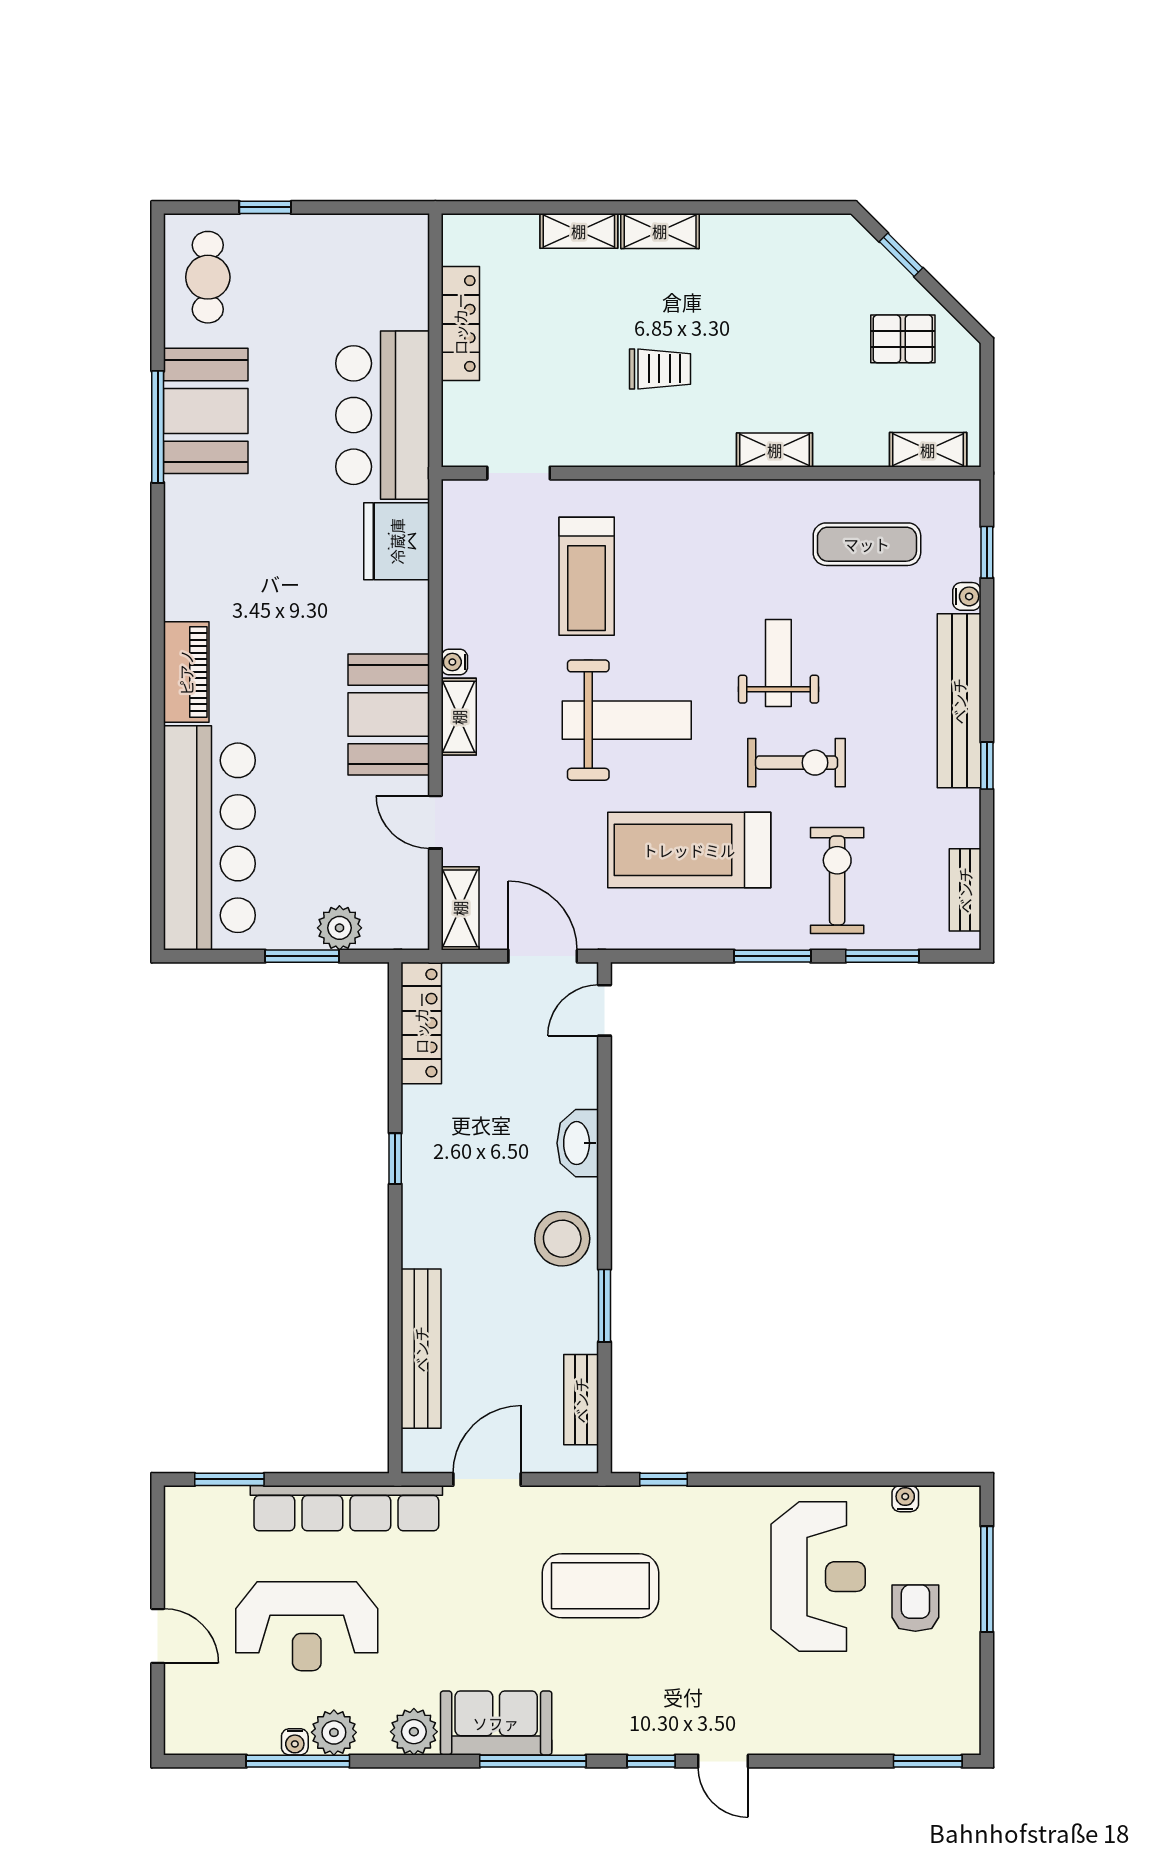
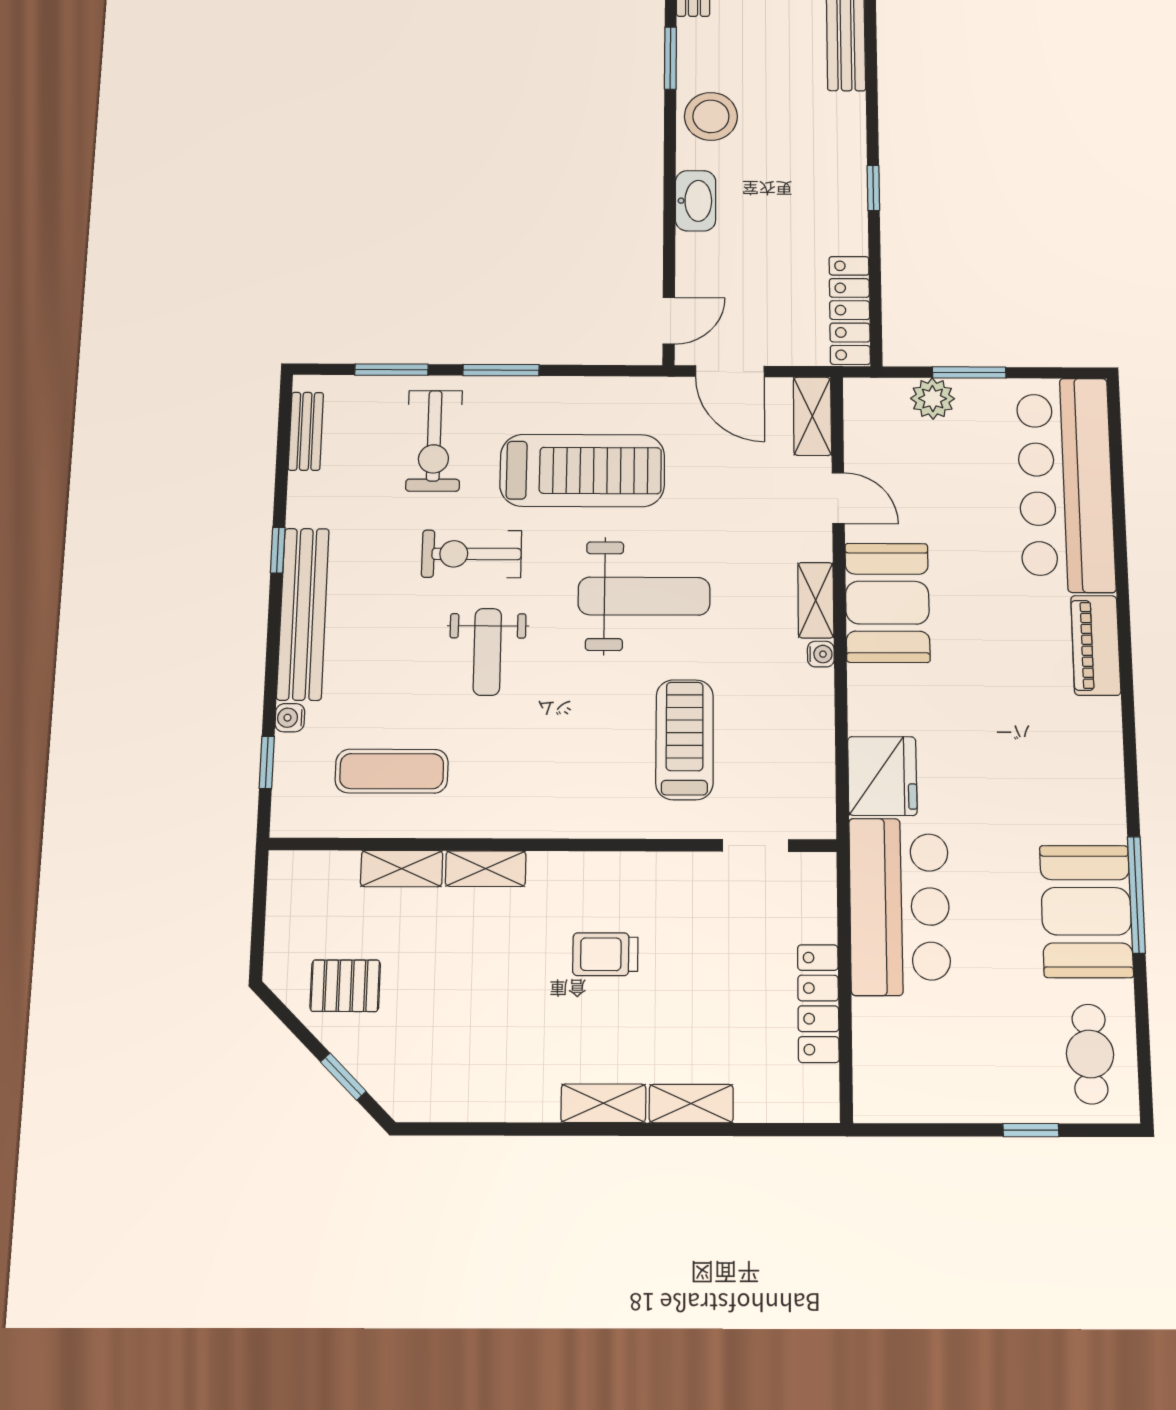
shelving: (928, 450) -> (402, 869), moved
weight bench: (627, 720) -> (644, 596), turned 180

